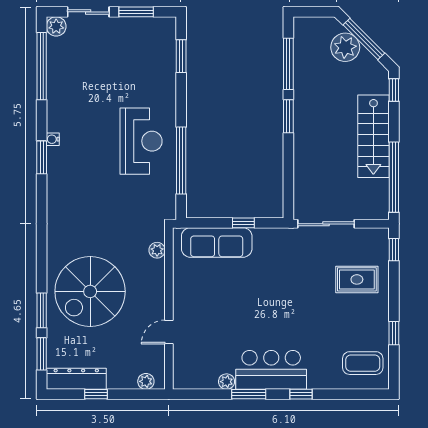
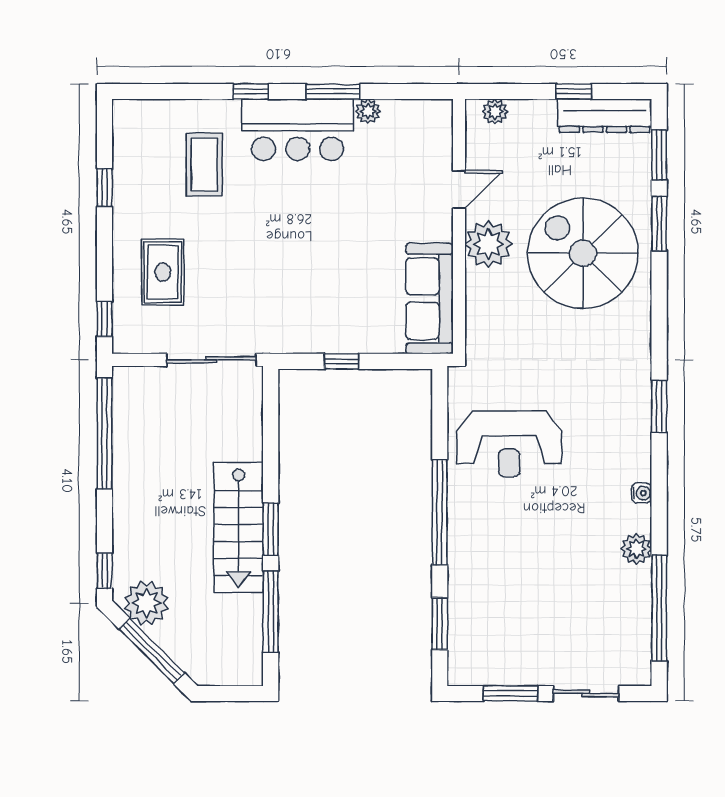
plant: (56, 26) -> (636, 549), moved
plant: (345, 47) -> (146, 603), moved
stairs: (373, 136) -> (239, 527), moved, turned 180
reception desk: (141, 141) -> (509, 444), moved, turned -90
window: (42, 157) -> (659, 406), moved
window: (181, 161) -> (440, 512), moved
sofa: (217, 242) -> (429, 299), moved, turned -90
plant: (157, 250) -> (489, 244), moved, width x1.88, depth x1.88
rug: (357, 279) -> (163, 272), turned 90
spiral stairs: (90, 291) -> (583, 253), turned -90
coffee table: (363, 363) -> (204, 165), moved, turned 90

